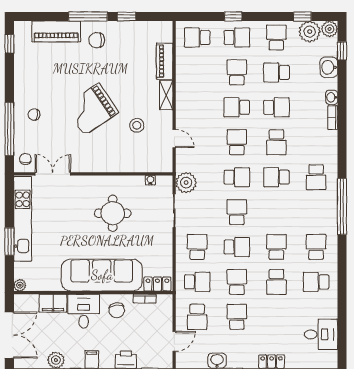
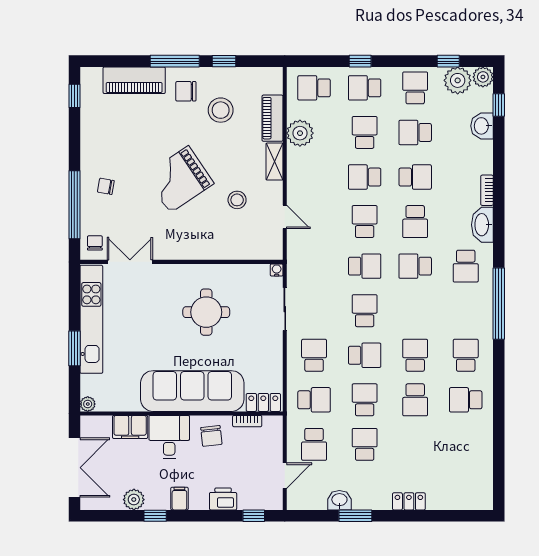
school desk: (237, 37) -> (365, 88), turned 180
stool: (124, 55) -> (221, 110), added
washbasin: (332, 97) -> (482, 225), moved, width x1.91, depth x1.45
water cooler: (150, 180) -> (277, 270), moved
plant: (186, 183) -> (300, 133), moved
desk: (321, 334) -> (472, 467), removed

